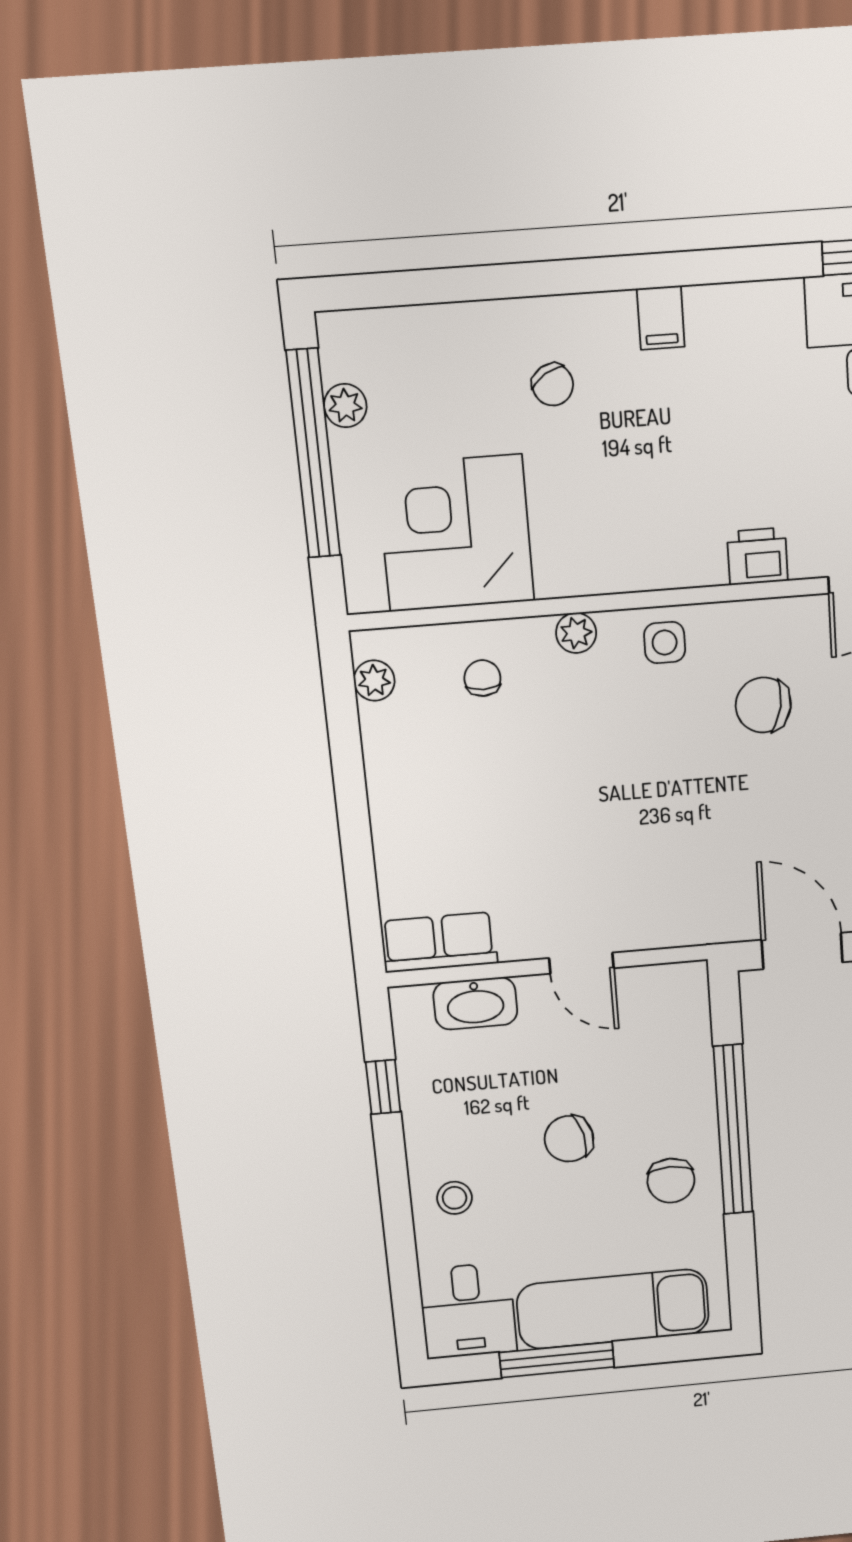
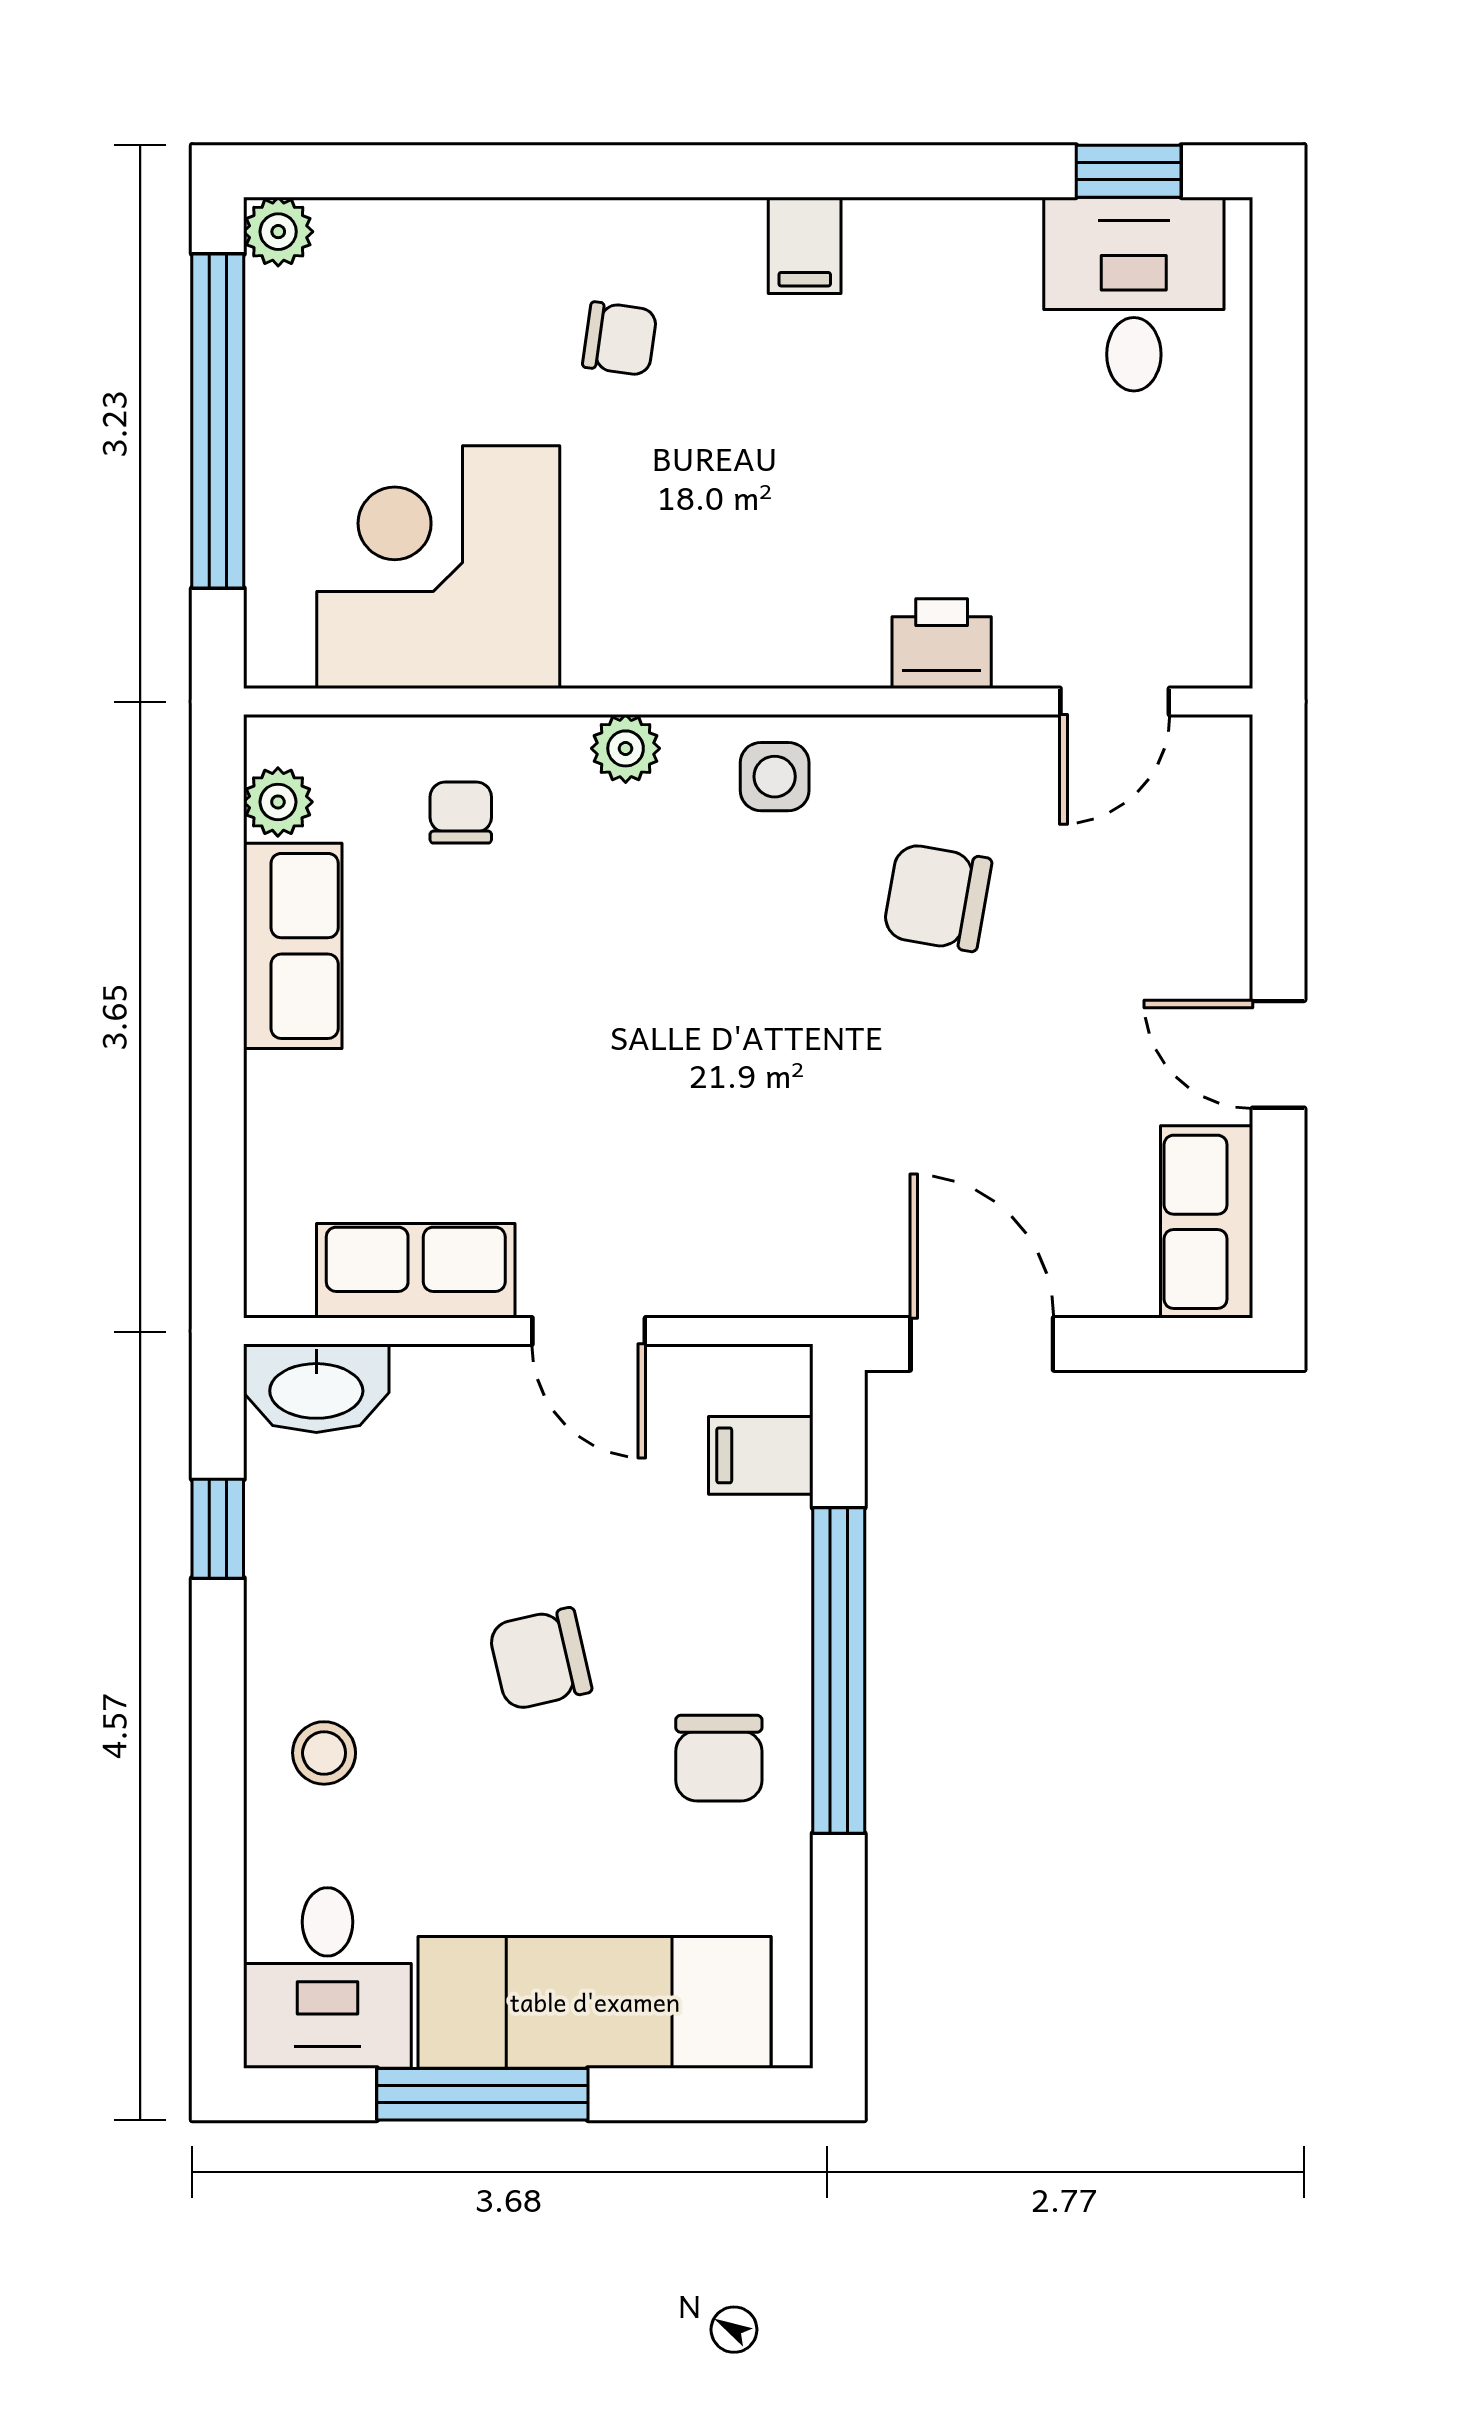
chair: (553, 385) -> (620, 339), turned -51
plant: (345, 406) -> (278, 232), moved
row of seats: (392, 763) -> (293, 946), added
row of seats: (439, 942) -> (416, 1271), moved
washbasin: (475, 1003) -> (316, 1388), moved
filing cabinet: (683, 1021) -> (761, 1455), added

